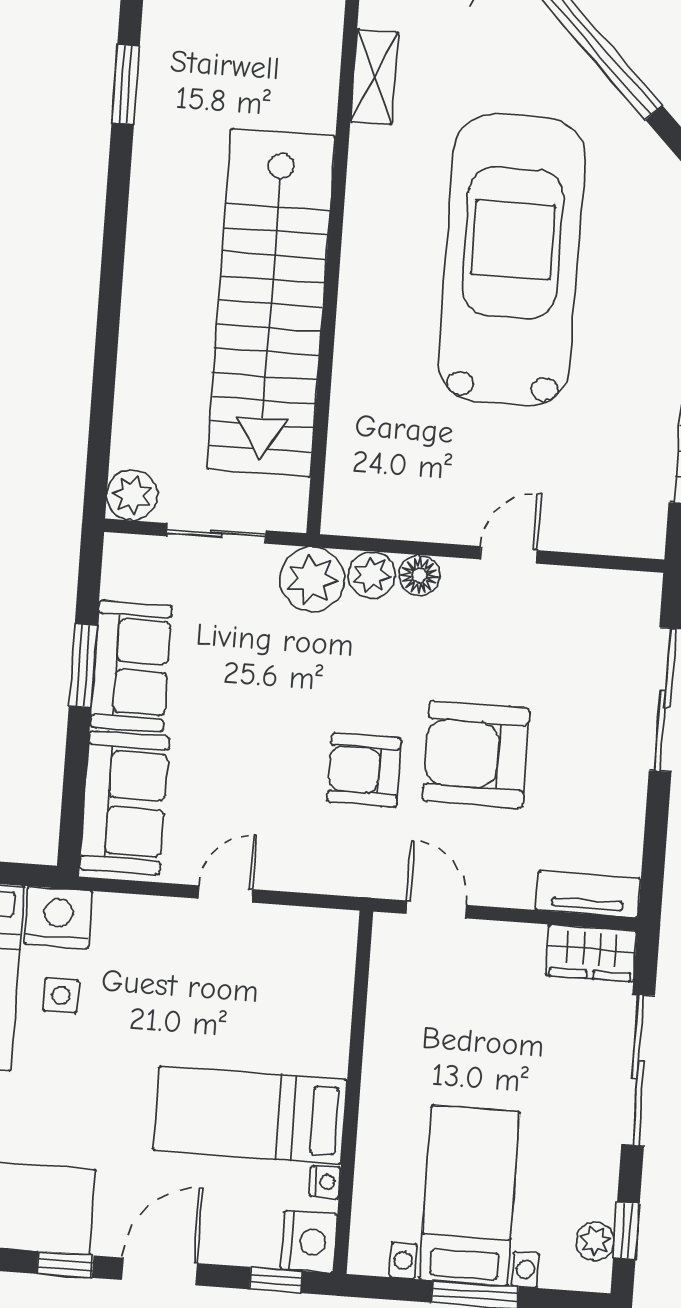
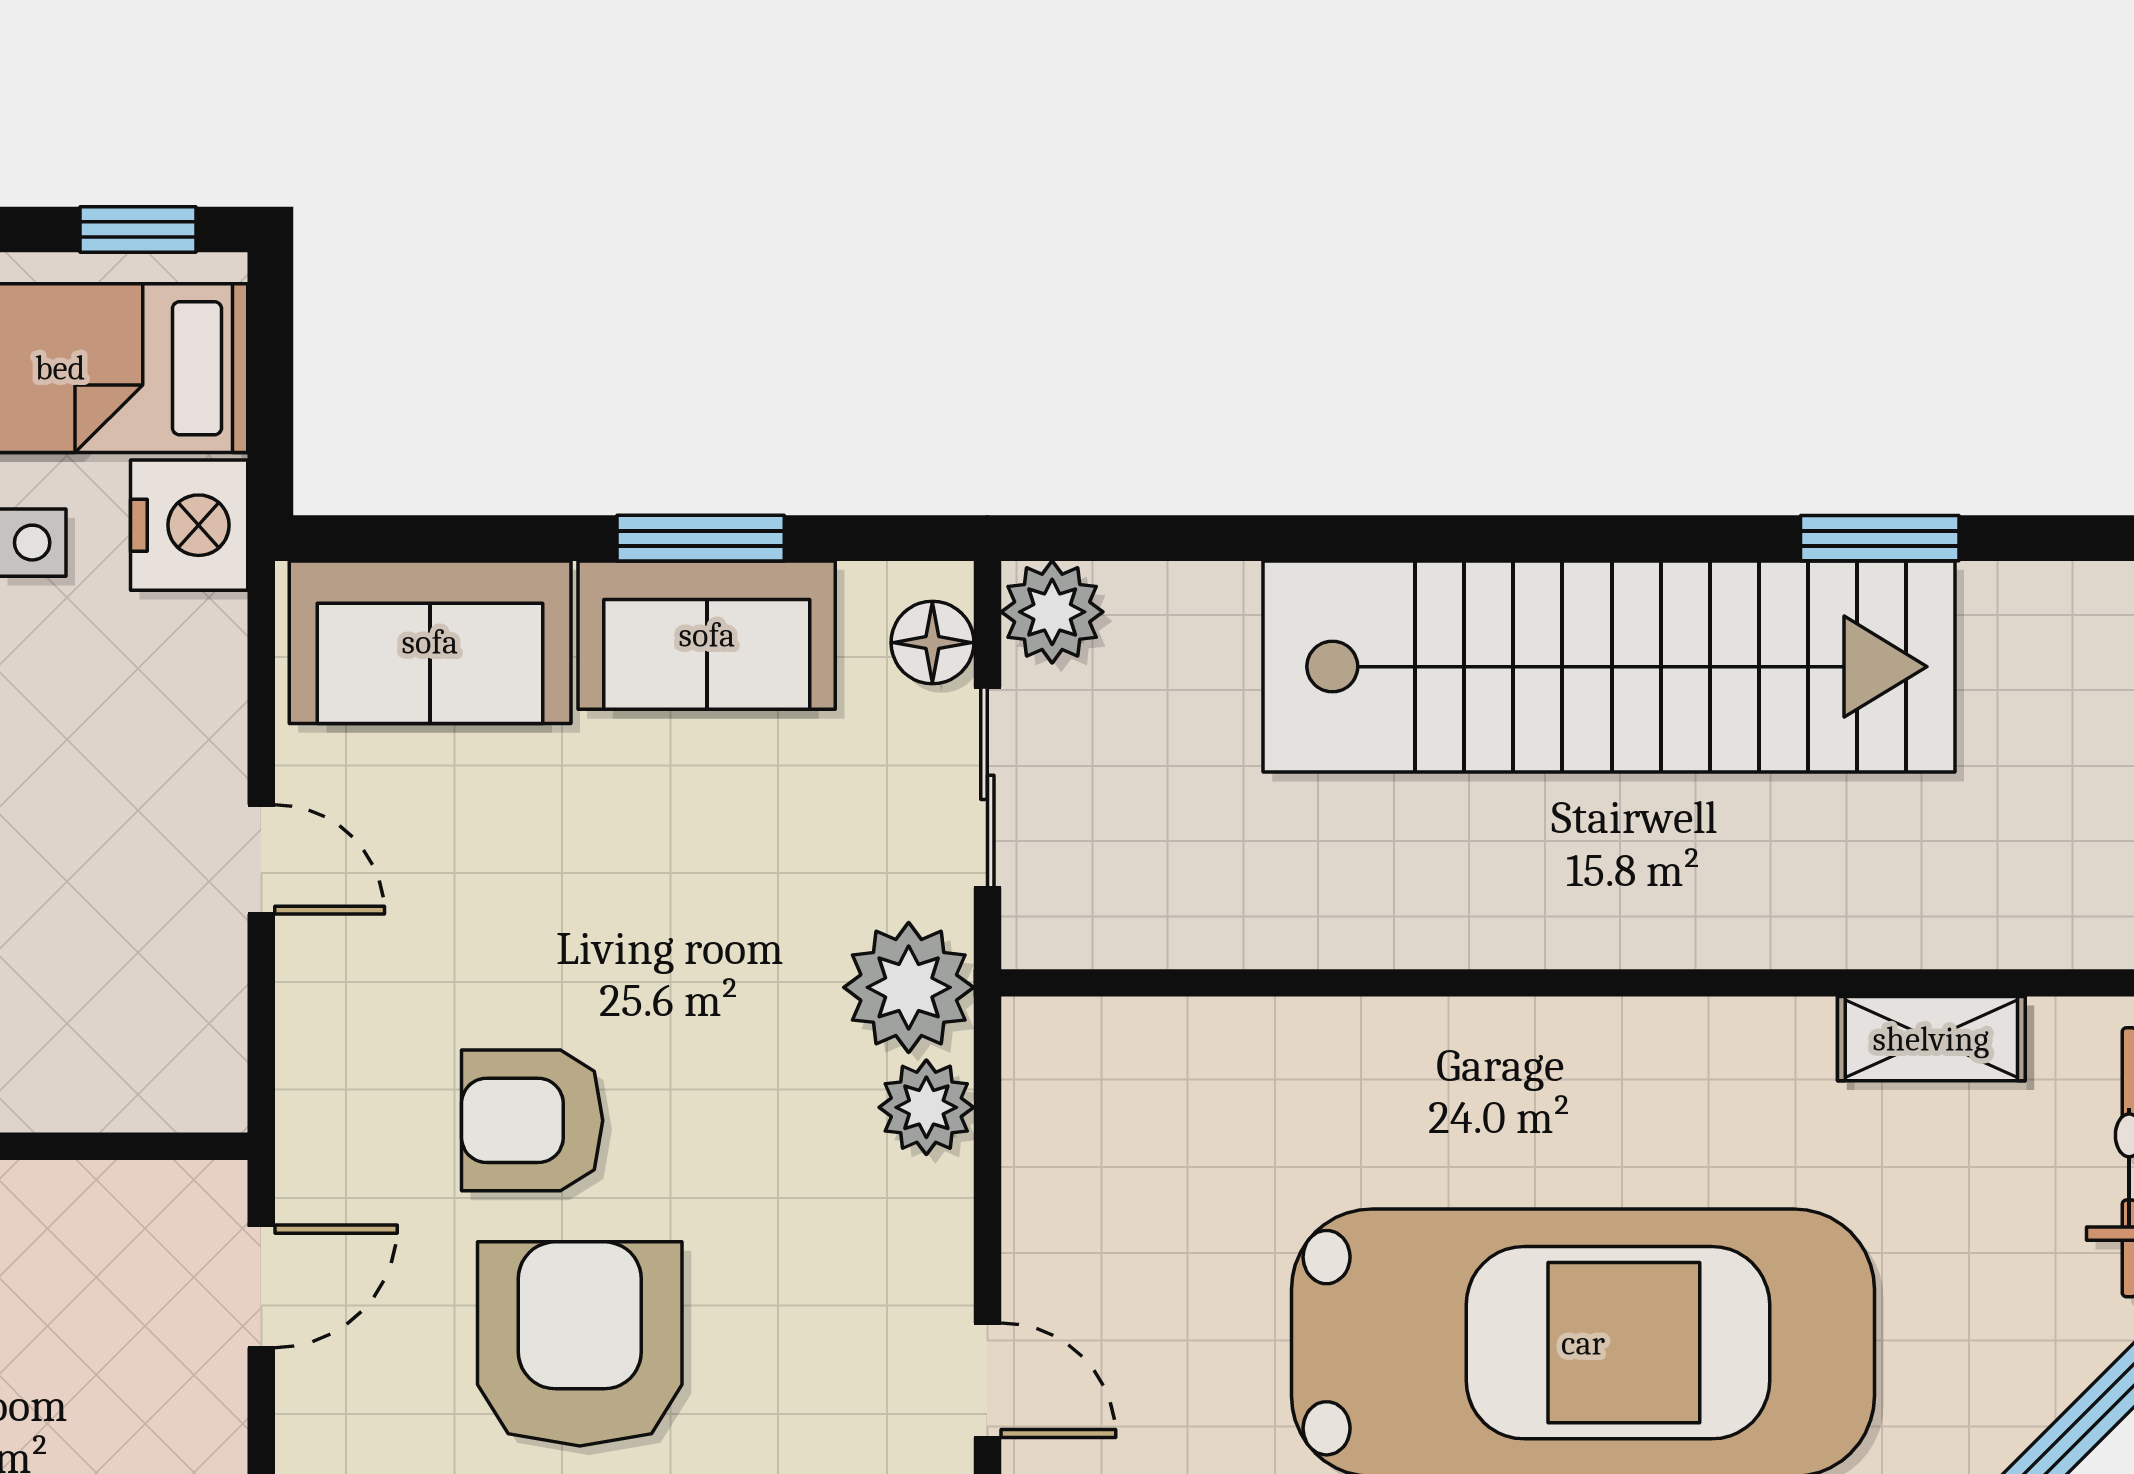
stairs: (271, 302) -> (1609, 667), moved, turned 180
floor lamp: (419, 576) -> (932, 643), moved
armchair: (364, 770) -> (532, 1120), turned -90

